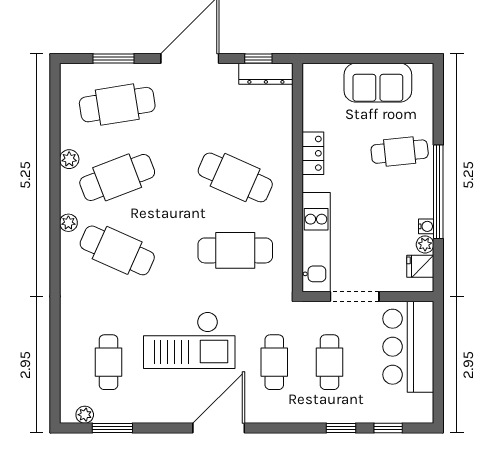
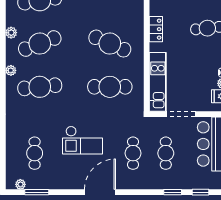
cafe table: (117, 250) -> (40, 87), turned -30
checkout: (189, 340) -> (83, 140), width x0.73, depth x0.83

